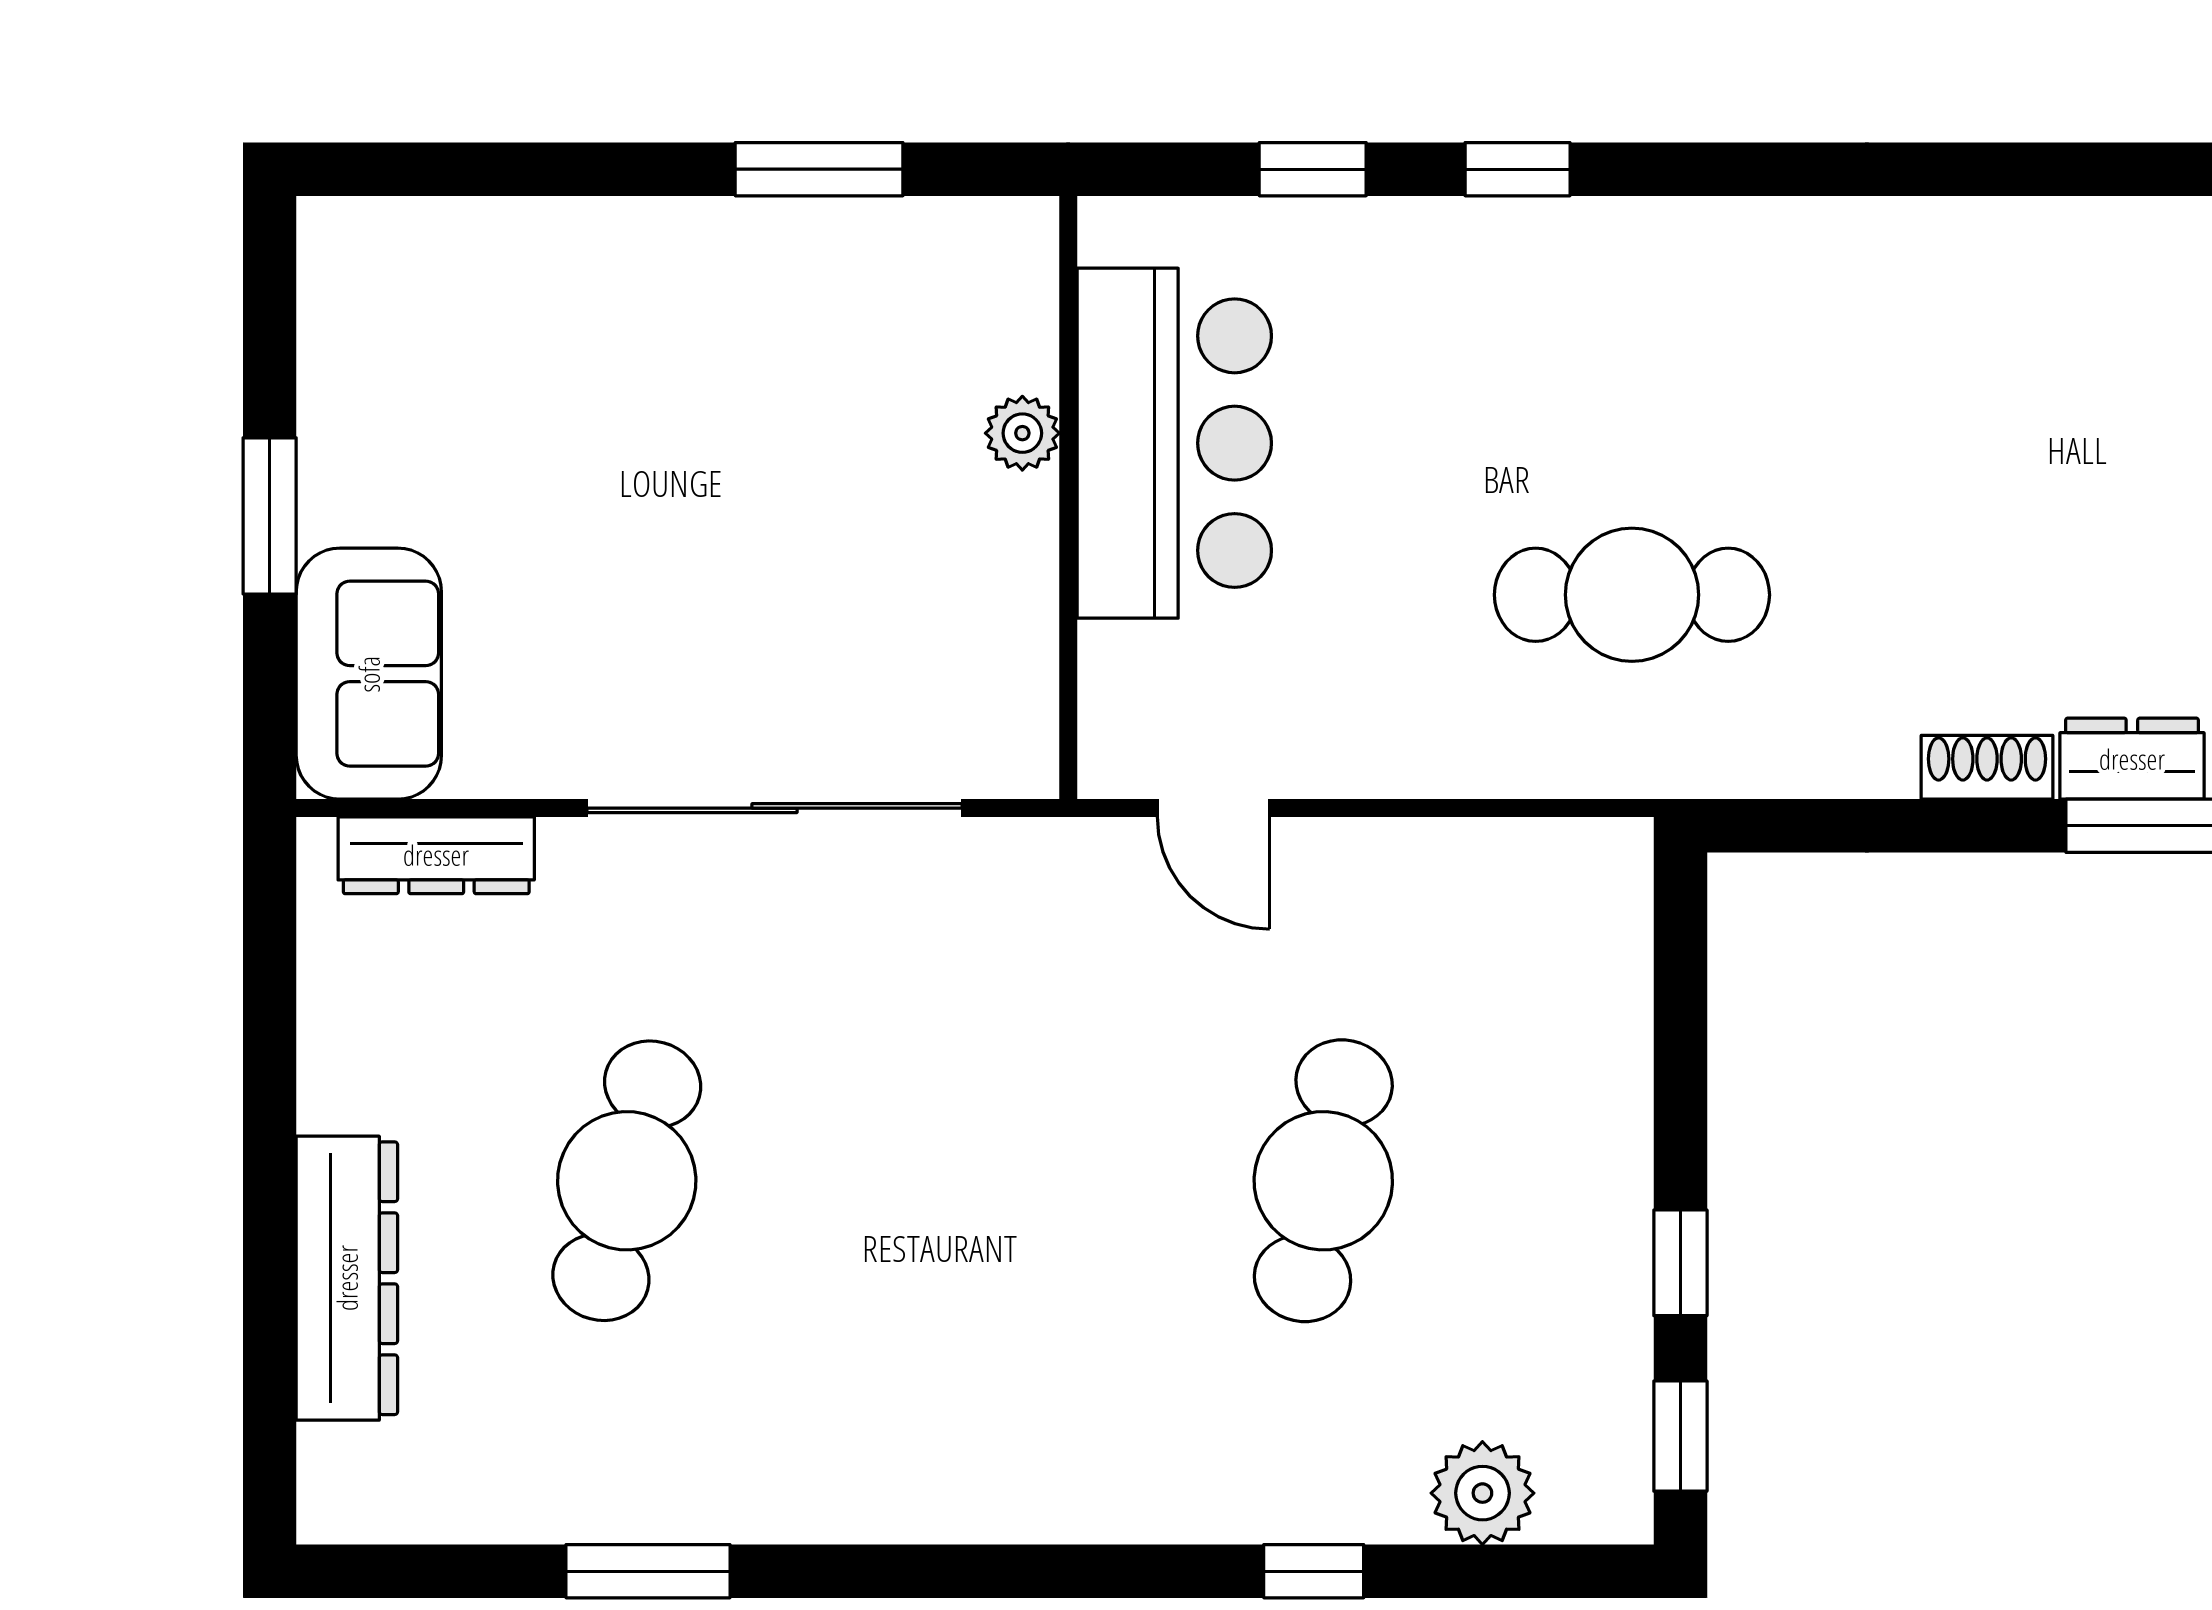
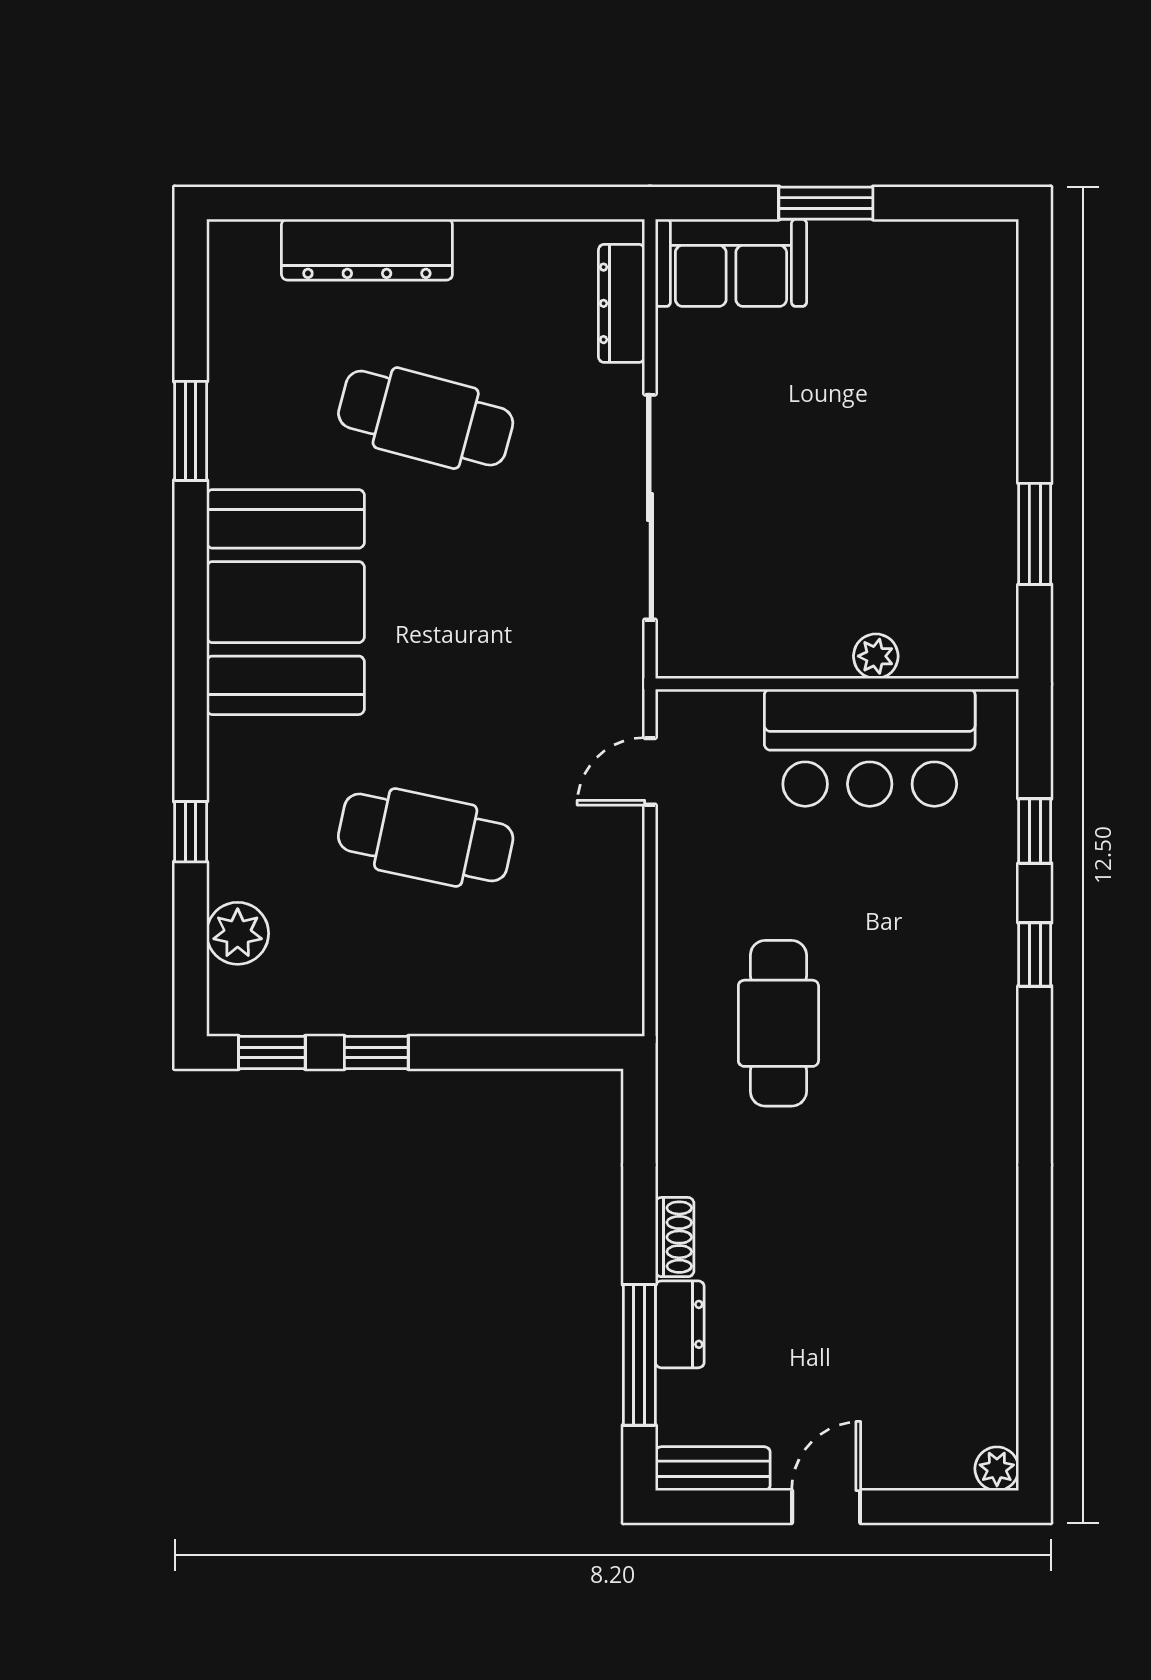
booth: (932, 1414) -> (285, 602), added

